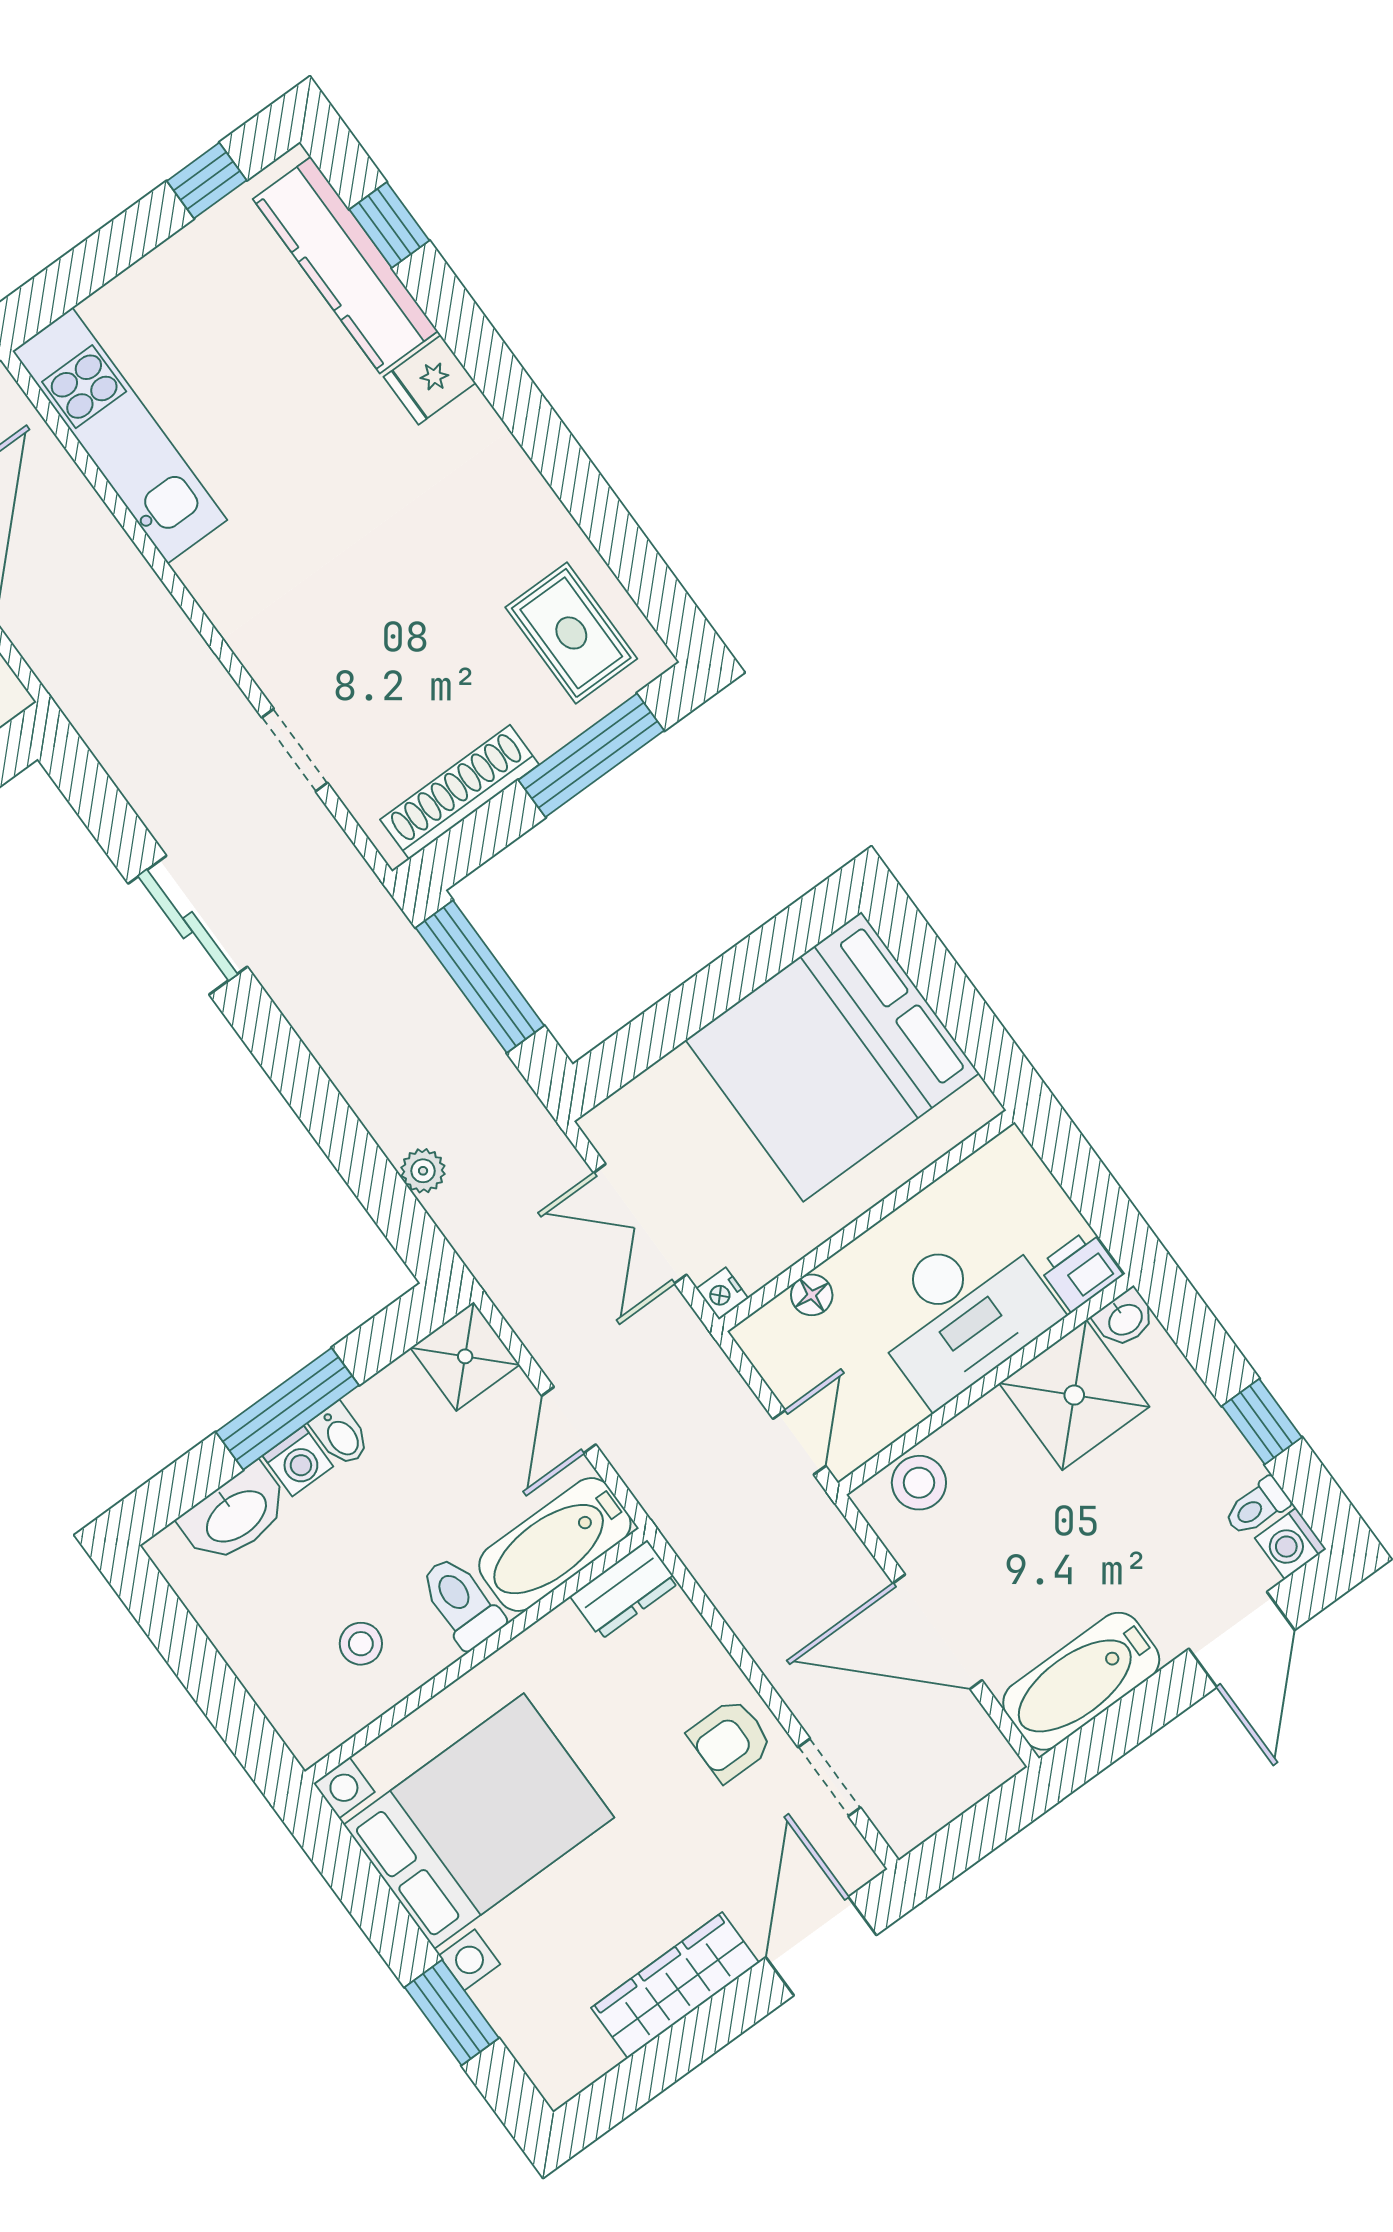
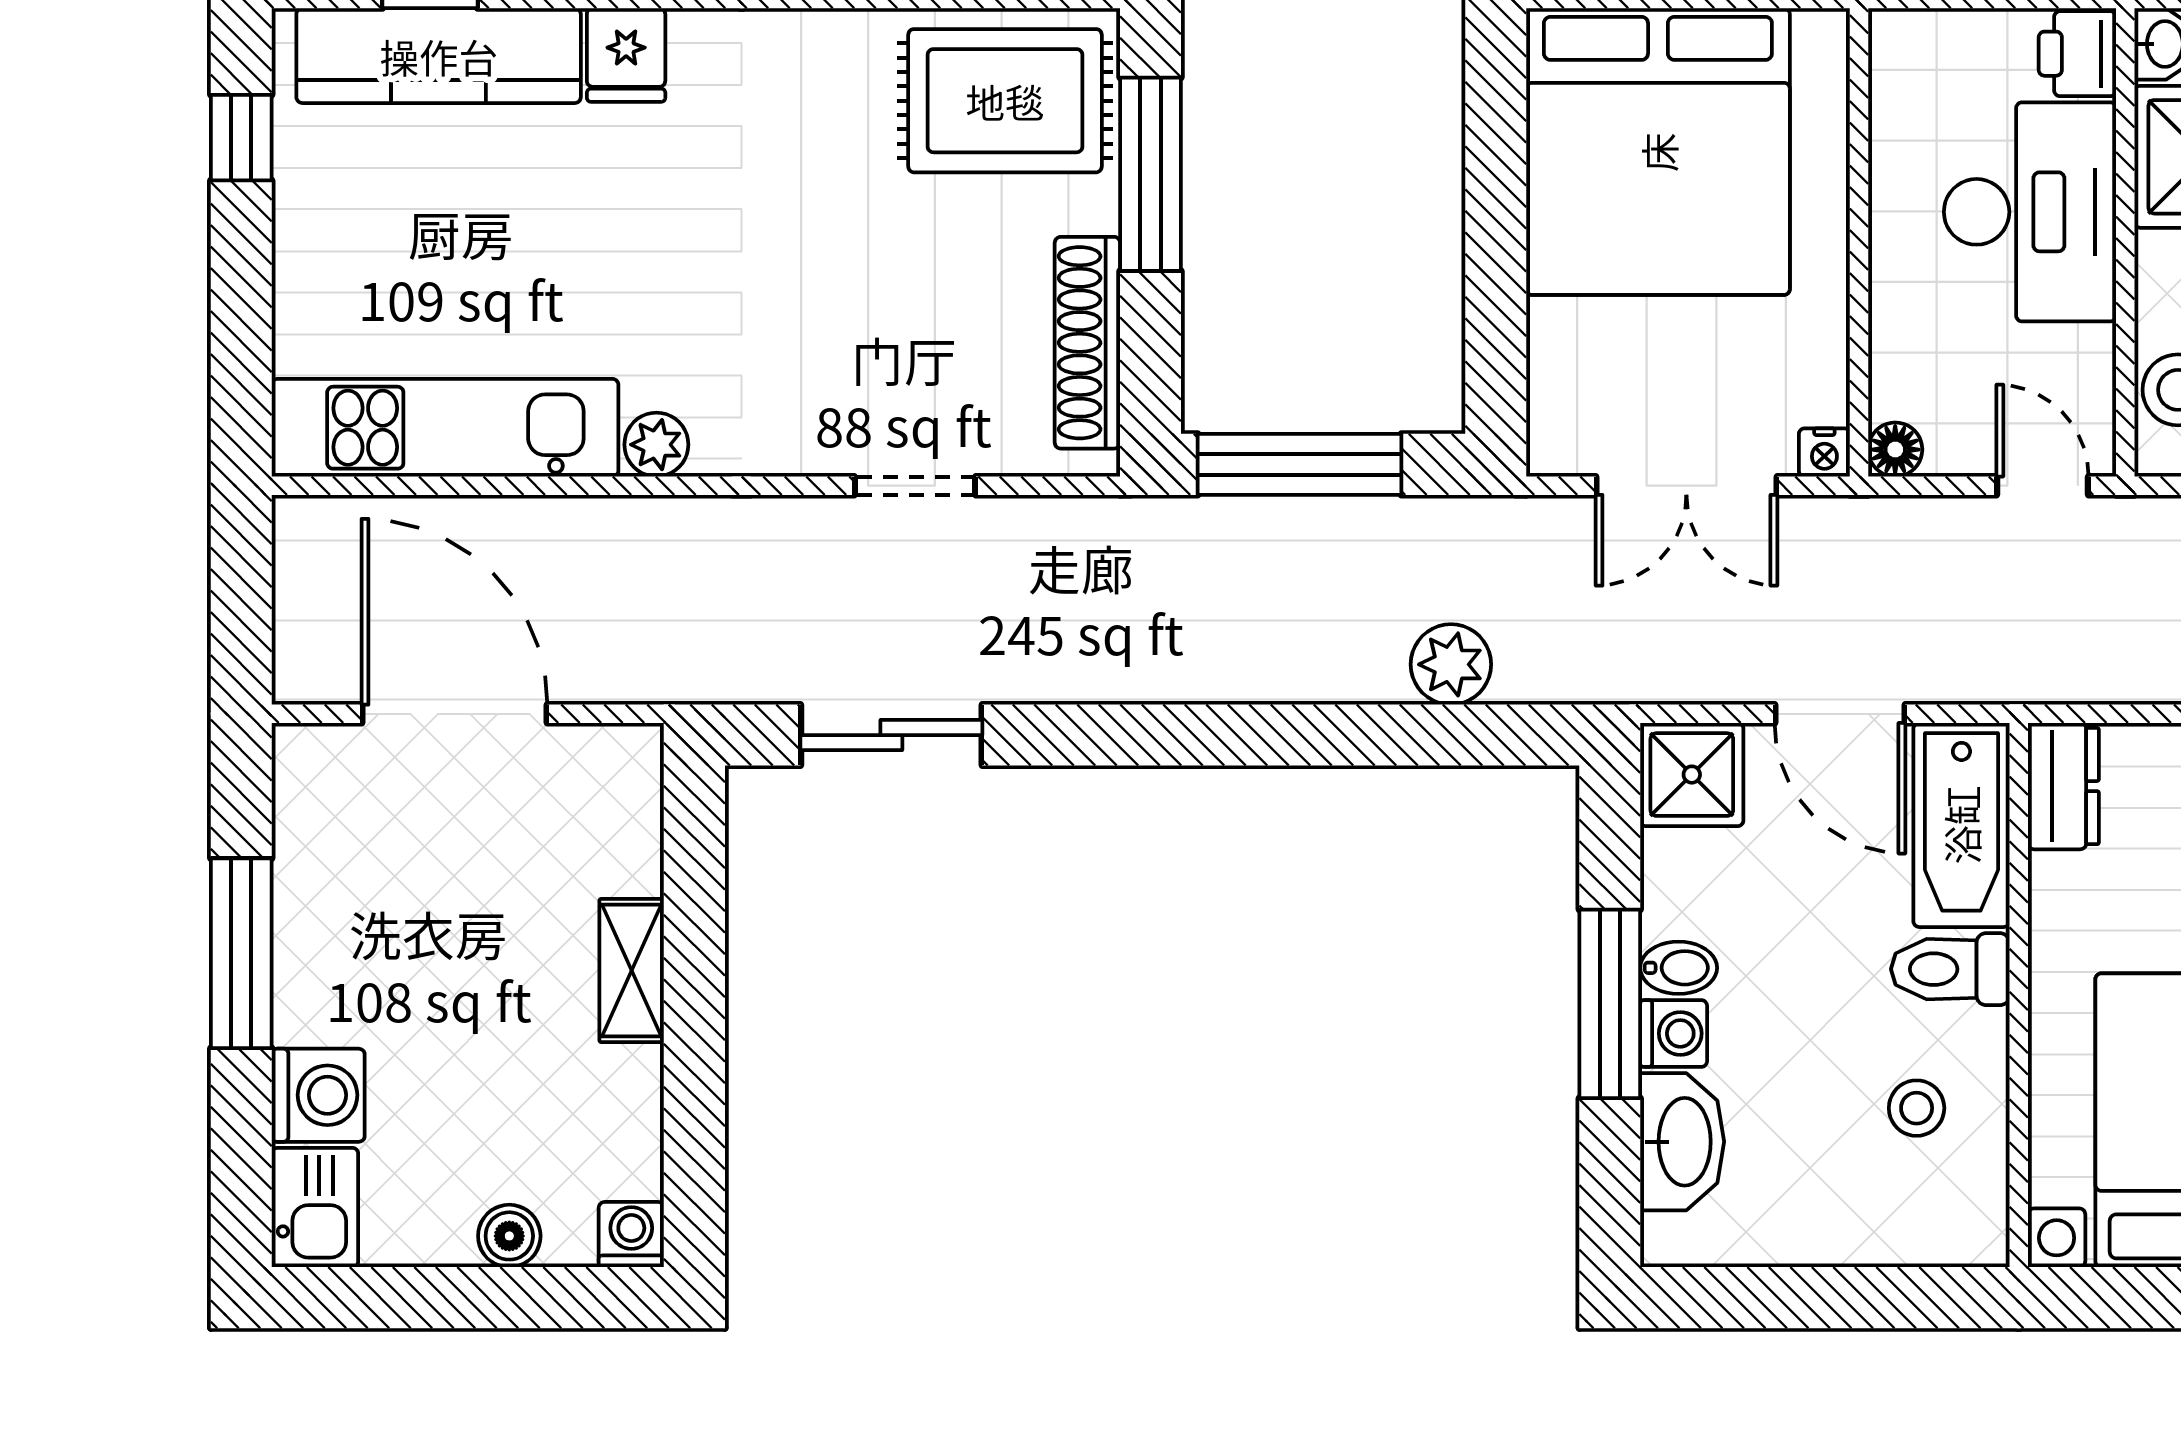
plant: (204, 573) -> (656, 445), added
rug: (571, 633) -> (1005, 101), width x1.36, depth x1.43
sliding door: (188, 925) -> (891, 735), moved
plant: (423, 1171) -> (1451, 664), width x1.38, depth x1.38
floor lamp: (812, 1295) -> (1895, 450), moved
door: (569, 1420) -> (1840, 714), width x1.38

